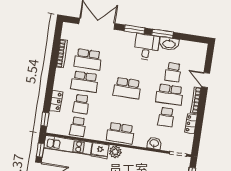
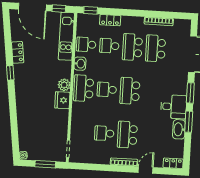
school desk: (173, 72) -> (107, 90), moved
locker: (191, 124) -> (173, 163), moved
washbasin: (154, 143) -> (80, 64), moved
fridge: (100, 150) -> (62, 100), moved

